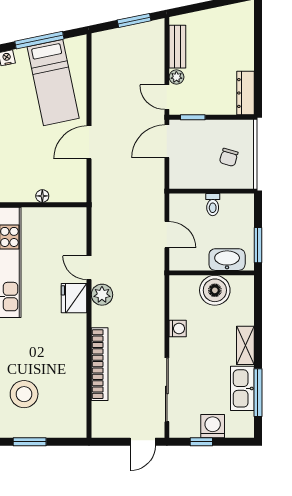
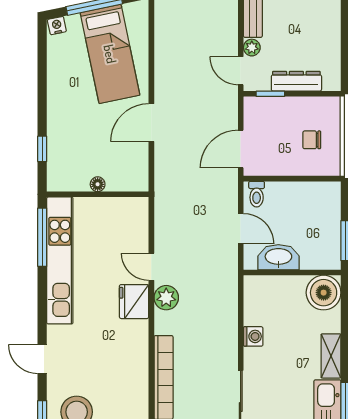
dresser: (246, 93) -> (296, 81), moved, turned 90
door: (167, 141) -> (241, 149), moved
chair: (229, 157) -> (312, 140), turned 74
toilet: (213, 205) -> (257, 194), moved
washbasin: (227, 260) -> (278, 257), moved
boiler: (215, 290) -> (324, 293), moved

